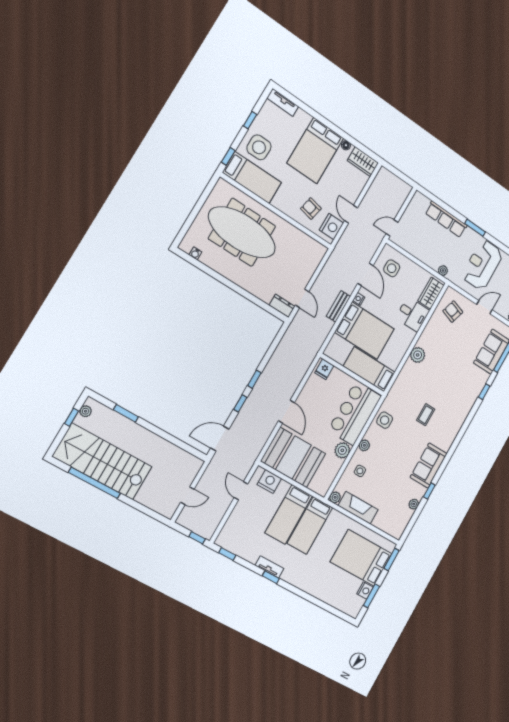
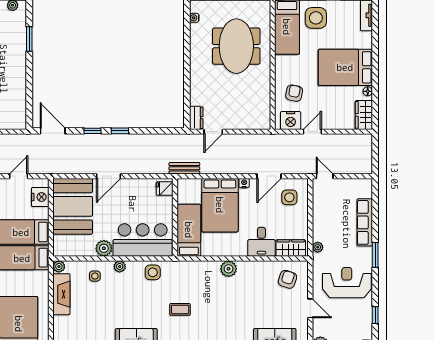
meeting table: (242, 232) -> (236, 46), width x0.73
bench: (338, 306) -> (184, 168), moved

